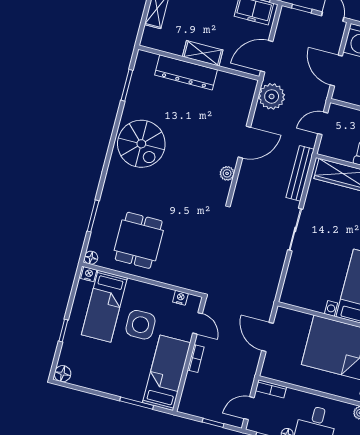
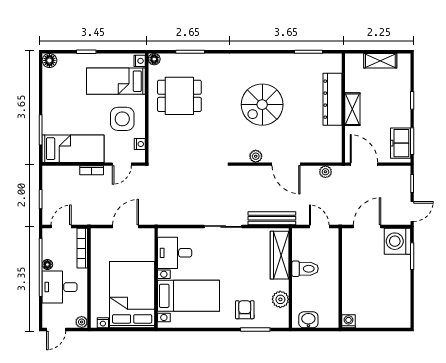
plant: (272, 96) -> (325, 172), width x0.53, depth x0.53
spiral stairs: (141, 144) -> (262, 105), moved
desk: (311, 290) -> (175, 253), added
side table: (141, 325) -> (122, 119), moved
bookcase: (271, 389) -> (82, 248), width x1.56
door: (249, 408) -> (61, 226), hinge flipped

